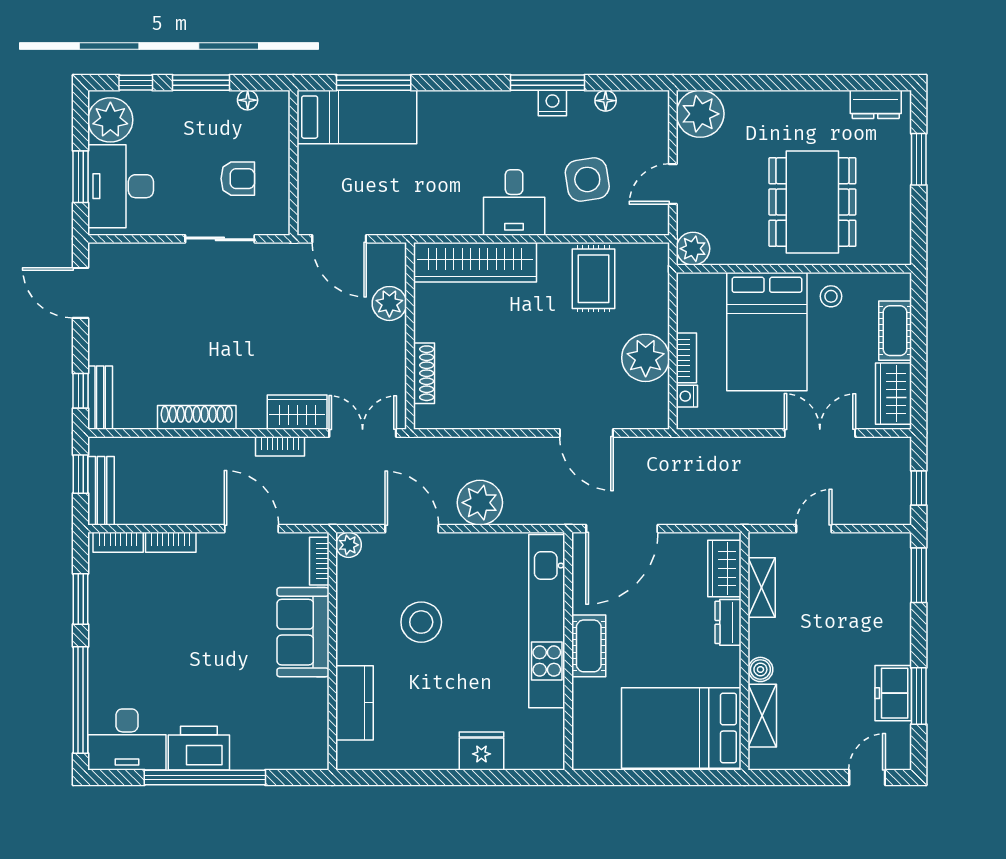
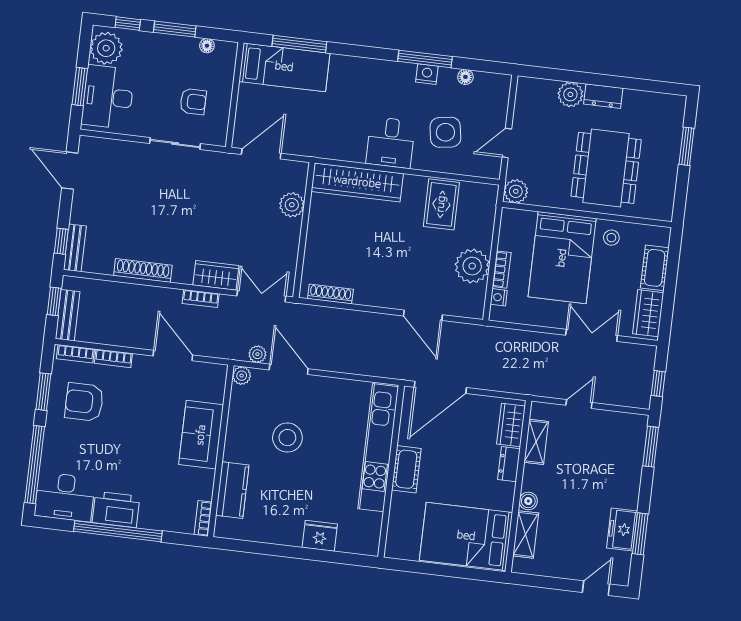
dresser: (876, 104) -> (603, 96), moved
plant: (700, 114) -> (570, 94), moved, width x0.73, depth x0.73
door: (339, 239) -> (261, 154), swing flipped
shoe rack: (424, 373) -> (330, 294), moved, turned -90
plant: (480, 503) -> (257, 354), moved, width x0.53, depth x0.53
bookcase: (319, 561) -> (203, 518), moved
armchair: (138, 606) -> (84, 402), added

